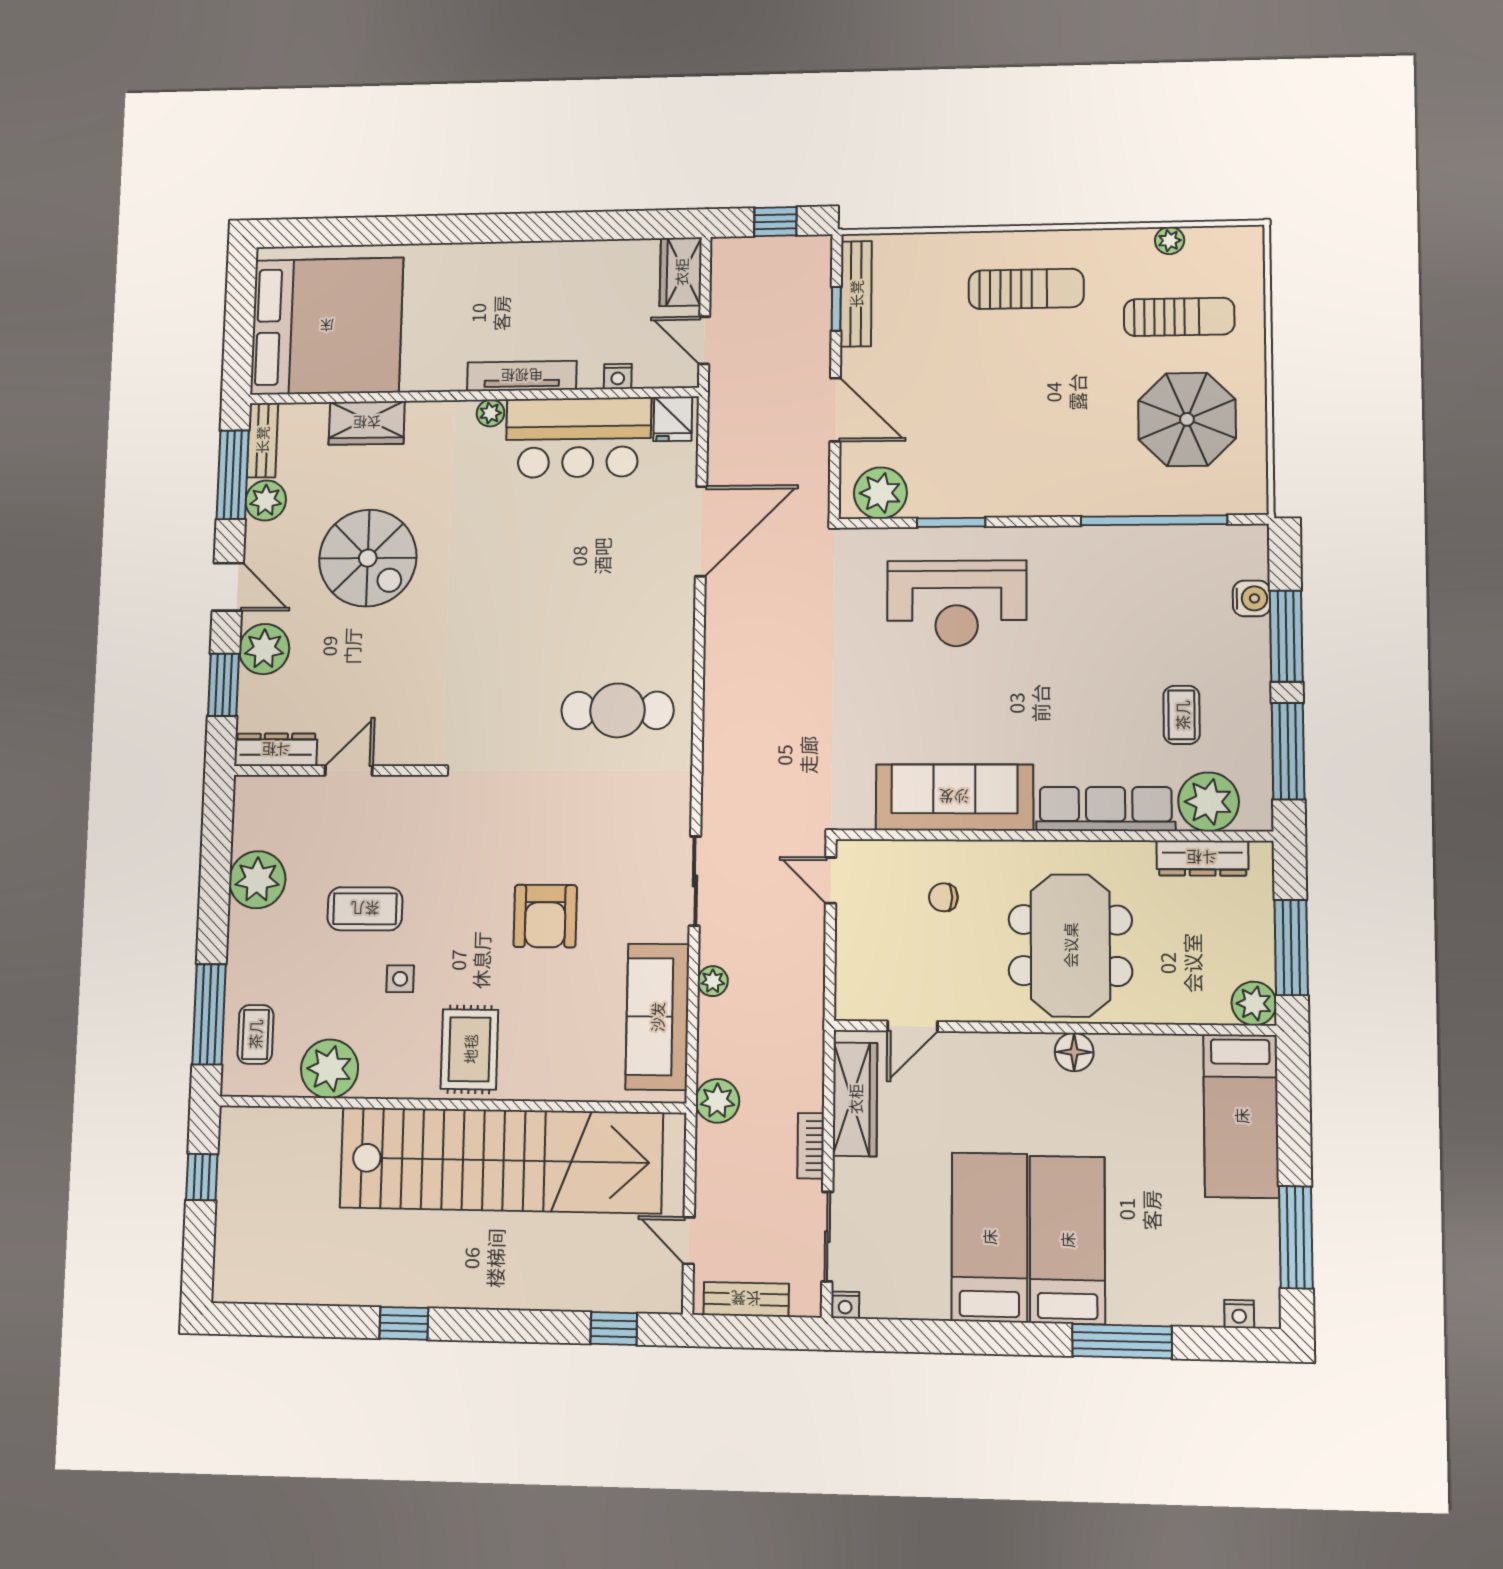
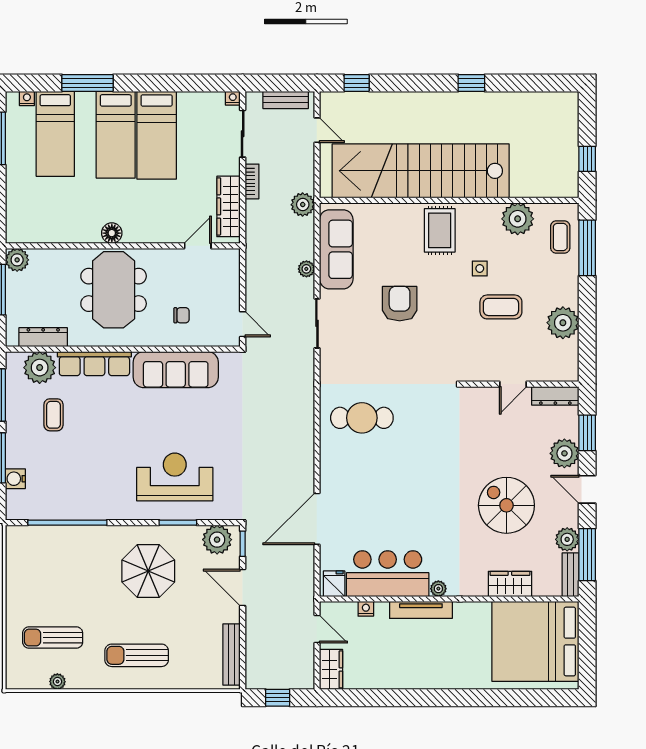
window: (836, 309) -> (243, 544), moved
parasol: (1187, 419) -> (148, 571), moved
bed: (1241, 1116) -> (55, 134), moved, turned 180

